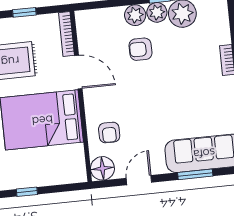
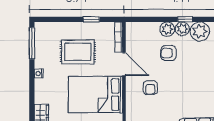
armchair: (109, 133) -> (150, 88), moved

